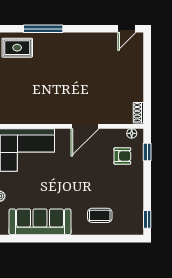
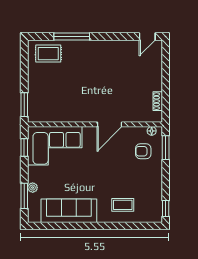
shoe rack: (138, 113) -> (158, 101), moved
window: (147, 152) -> (166, 148), width x1.50
armchair: (122, 156) -> (143, 151), turned 180

